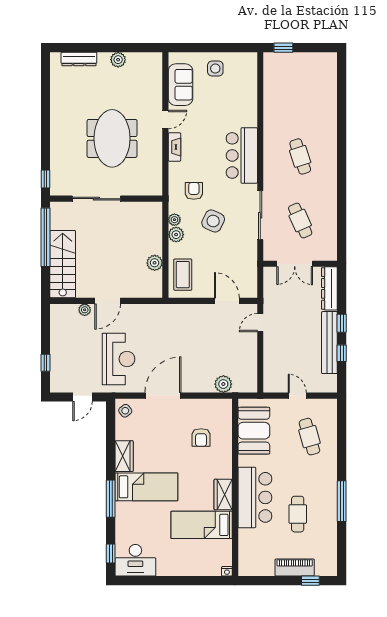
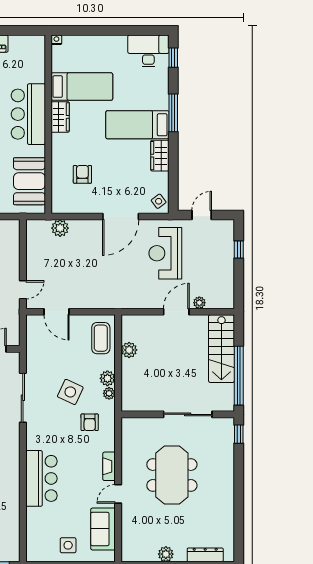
bar counter: (242, 155) -> (41, 478), moved

